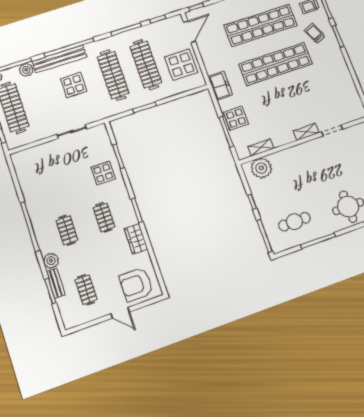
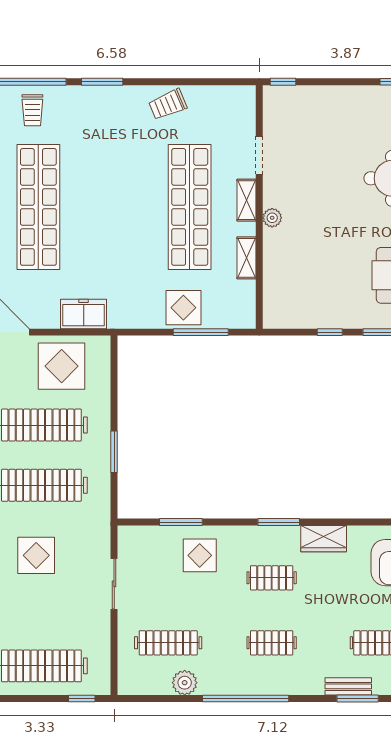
trolley: (315, 33) -> (168, 104), moved
shop shelf: (276, 64) -> (190, 207), moved
freezer: (220, 86) -> (84, 314), moved
shelving: (261, 147) -> (247, 258), moved
plant: (261, 168) -> (272, 218), moved, width x0.53, depth x0.53
clothes rail: (48, 172) -> (168, 643), added
plant: (51, 261) -> (185, 683), moved

